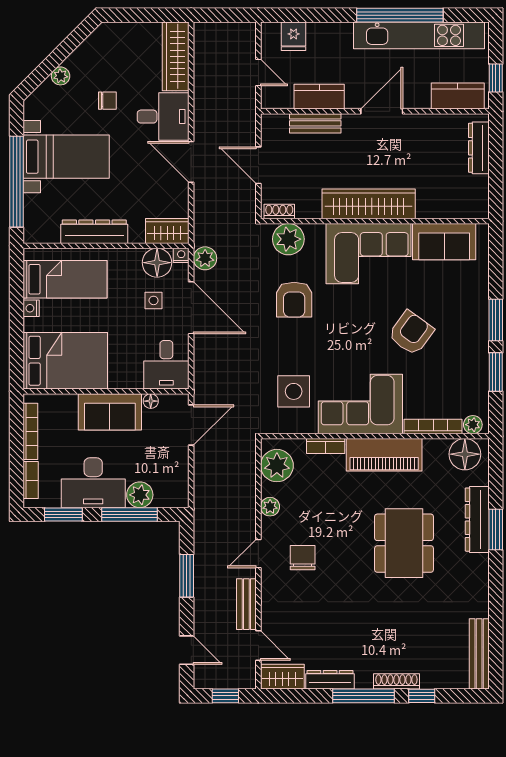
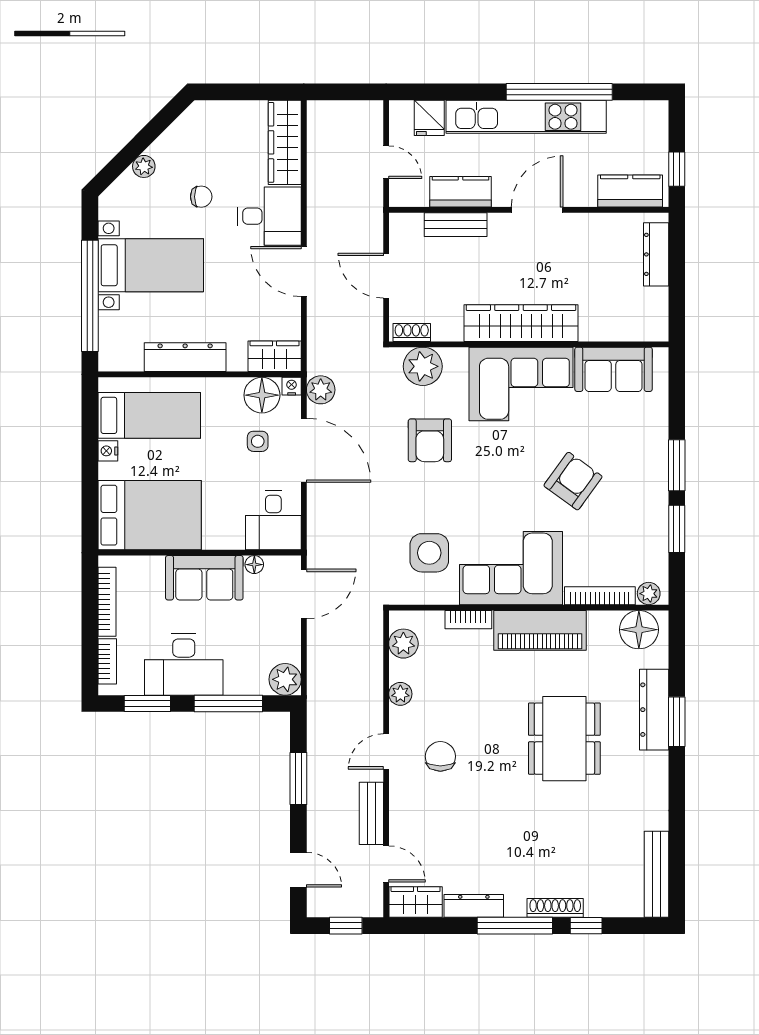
kitchen unit: (419, 35) -> (526, 117), moved
plant: (277, 466) -> (403, 644), width x0.73, depth x0.73
plant: (140, 495) -> (285, 679), moved

